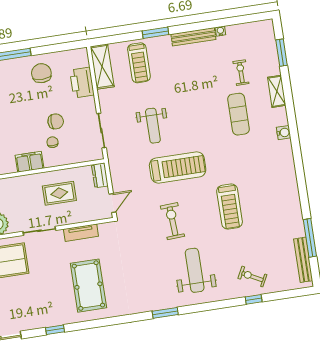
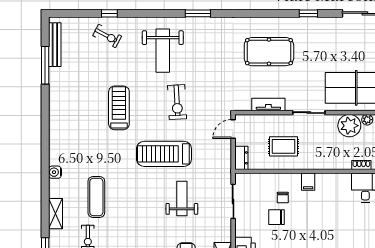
filing cabinet: (29, 162) -> (308, 182), width x0.50
pool table: (88, 286) -> (269, 52), turned 90

